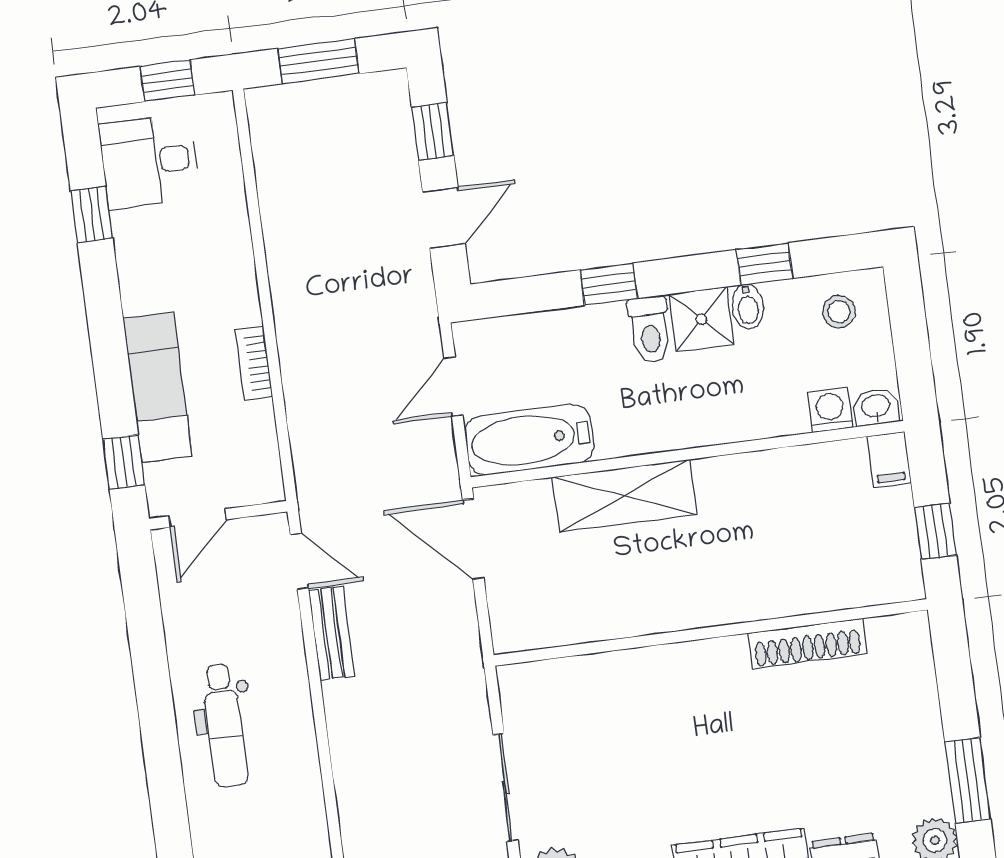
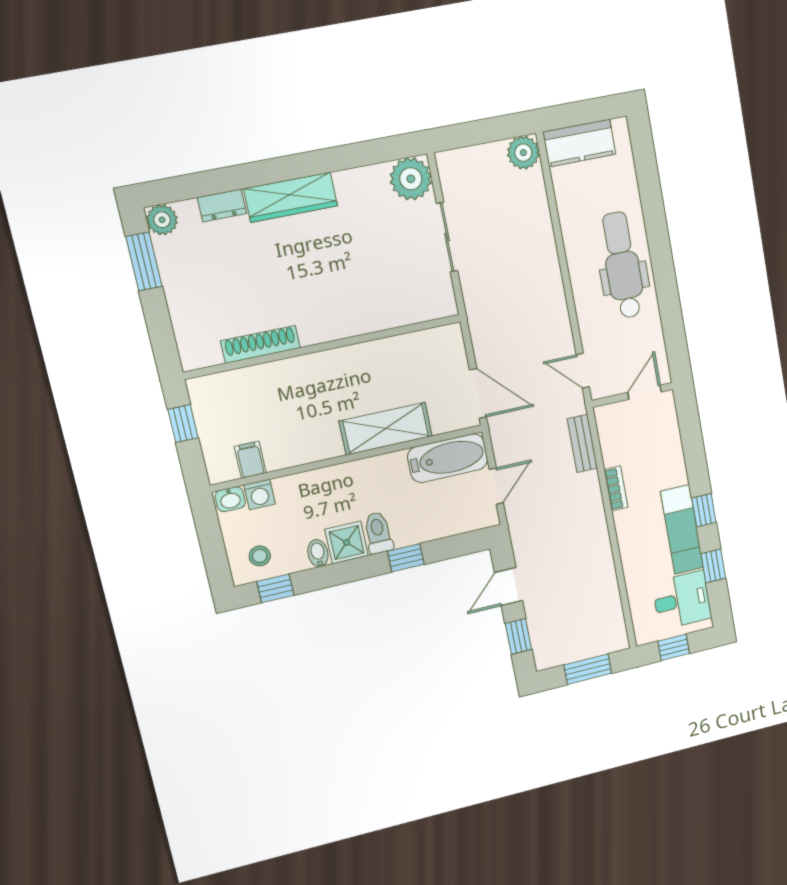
window: (764, 264) -> (275, 588), moved
exam couch: (157, 387) -> (682, 529), moved
filing cabinet: (889, 460) -> (250, 460), moved
window: (124, 462) -> (704, 510), moved
bench: (331, 633) -> (582, 443), moved
dental chair: (225, 725) -> (622, 265), width x1.36, depth x1.38

